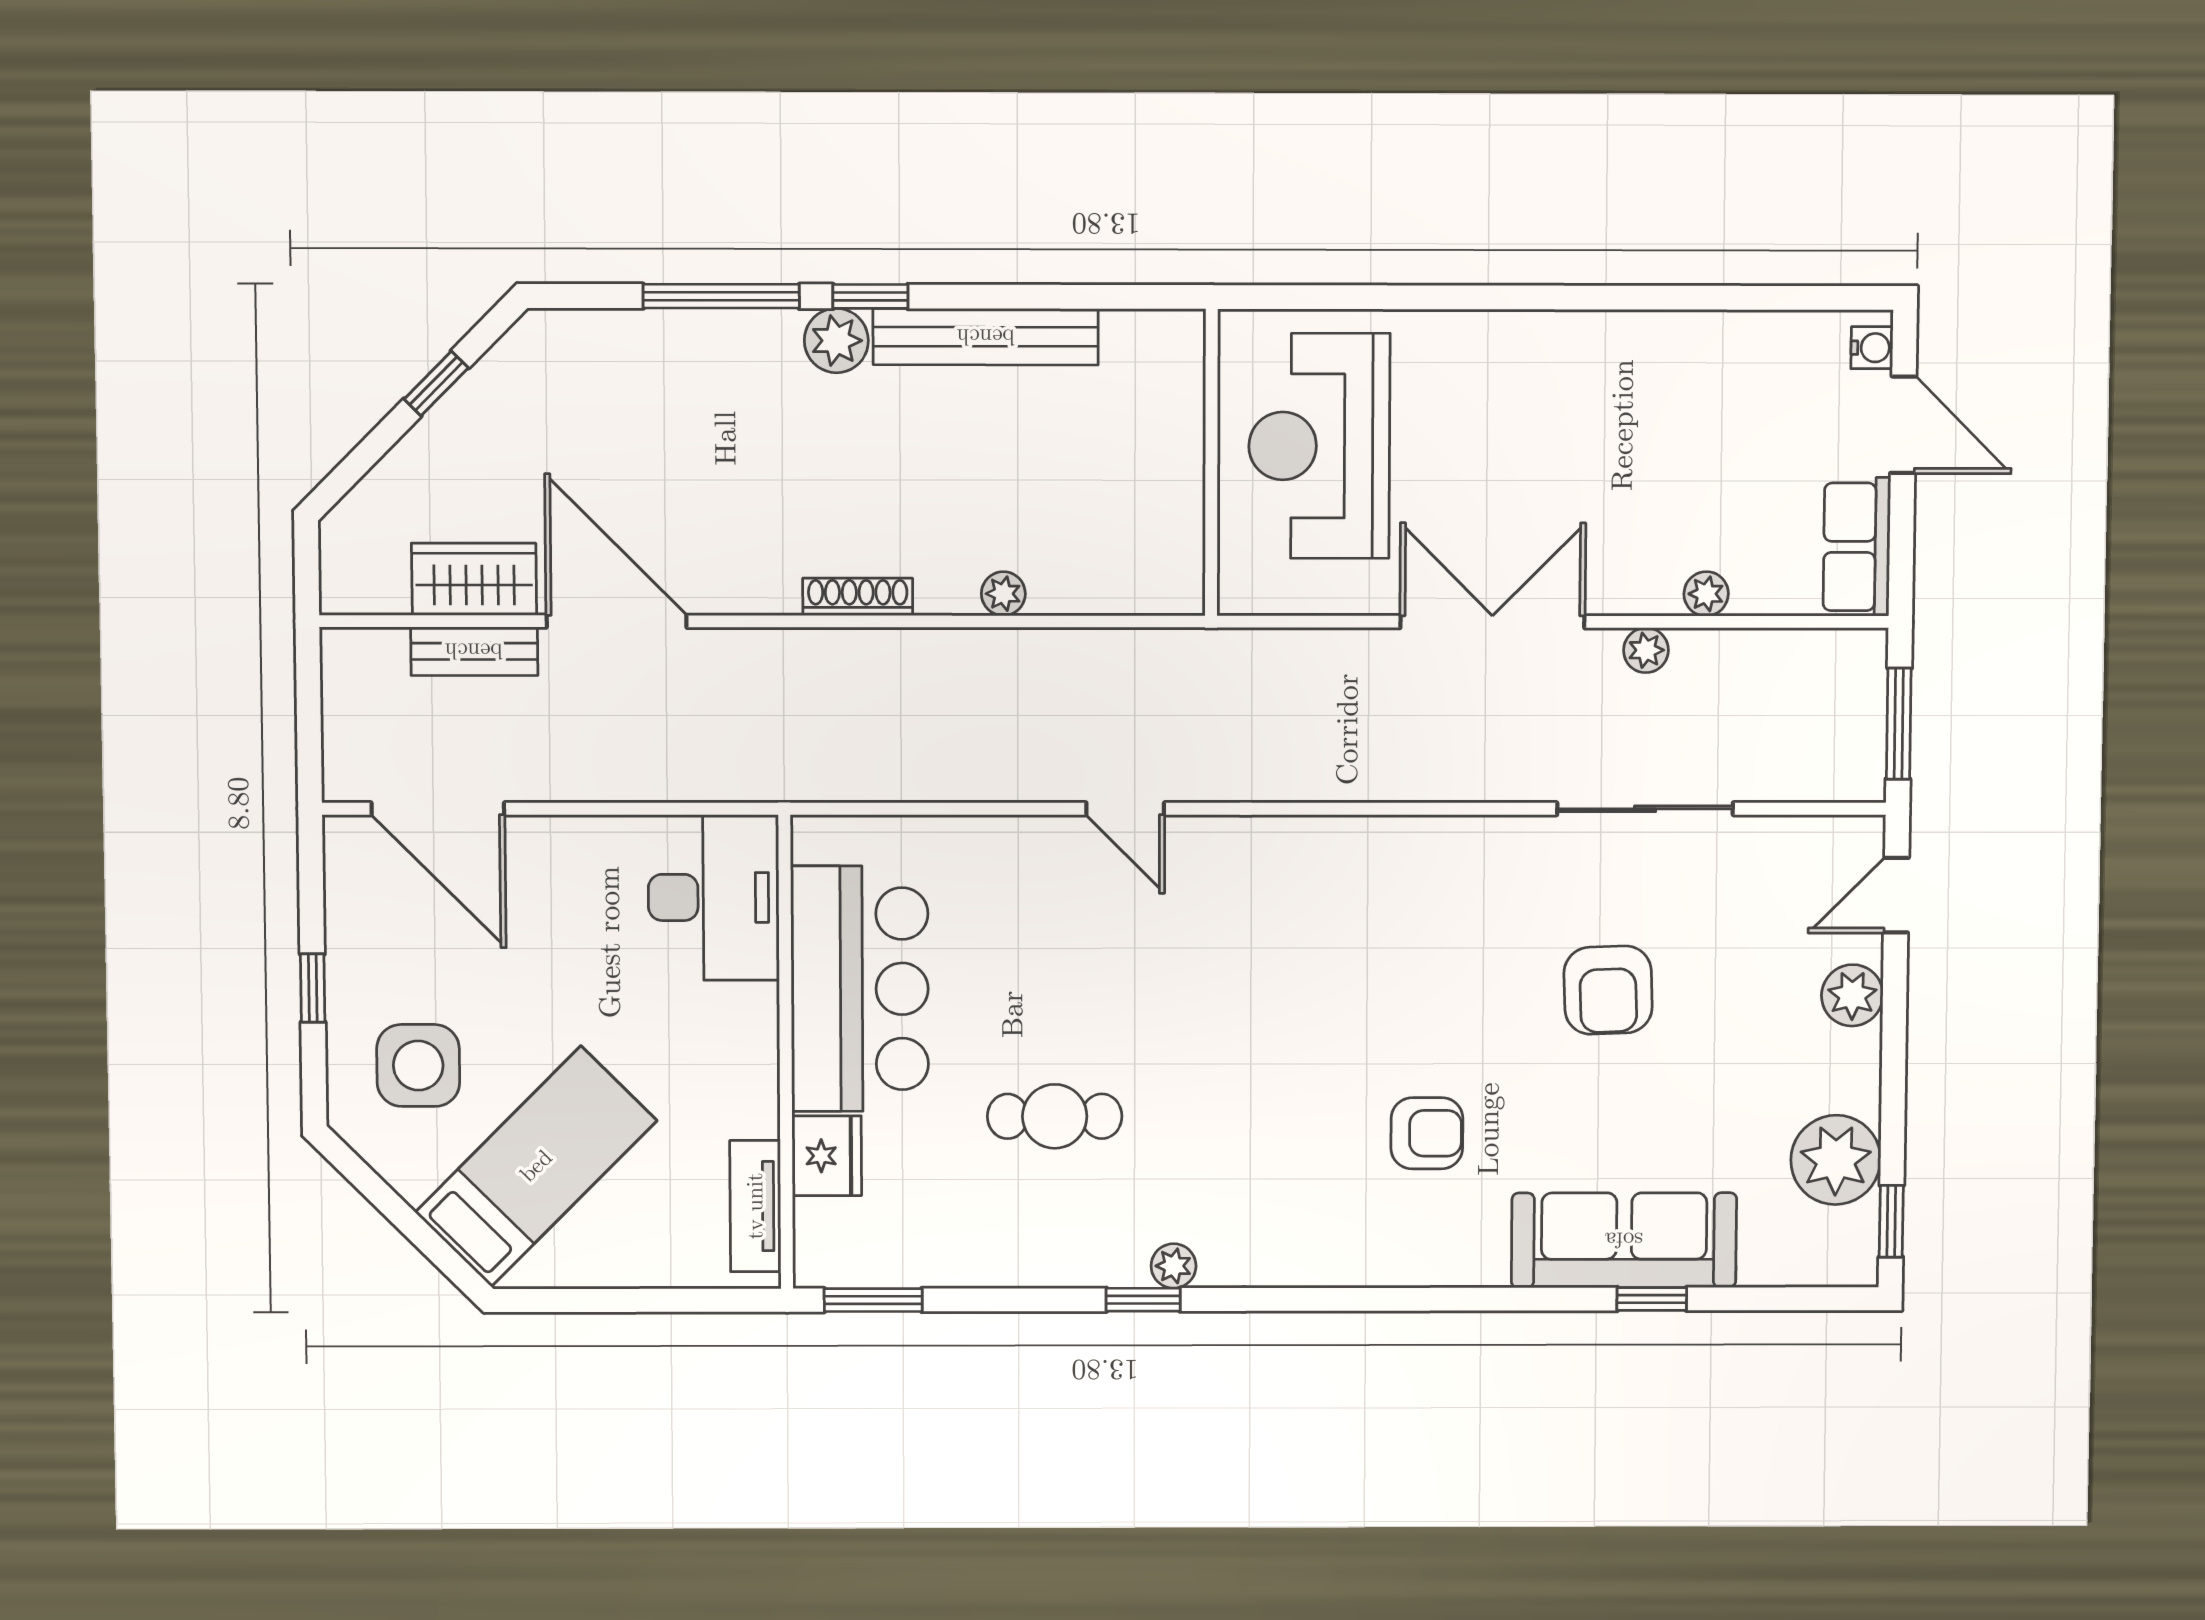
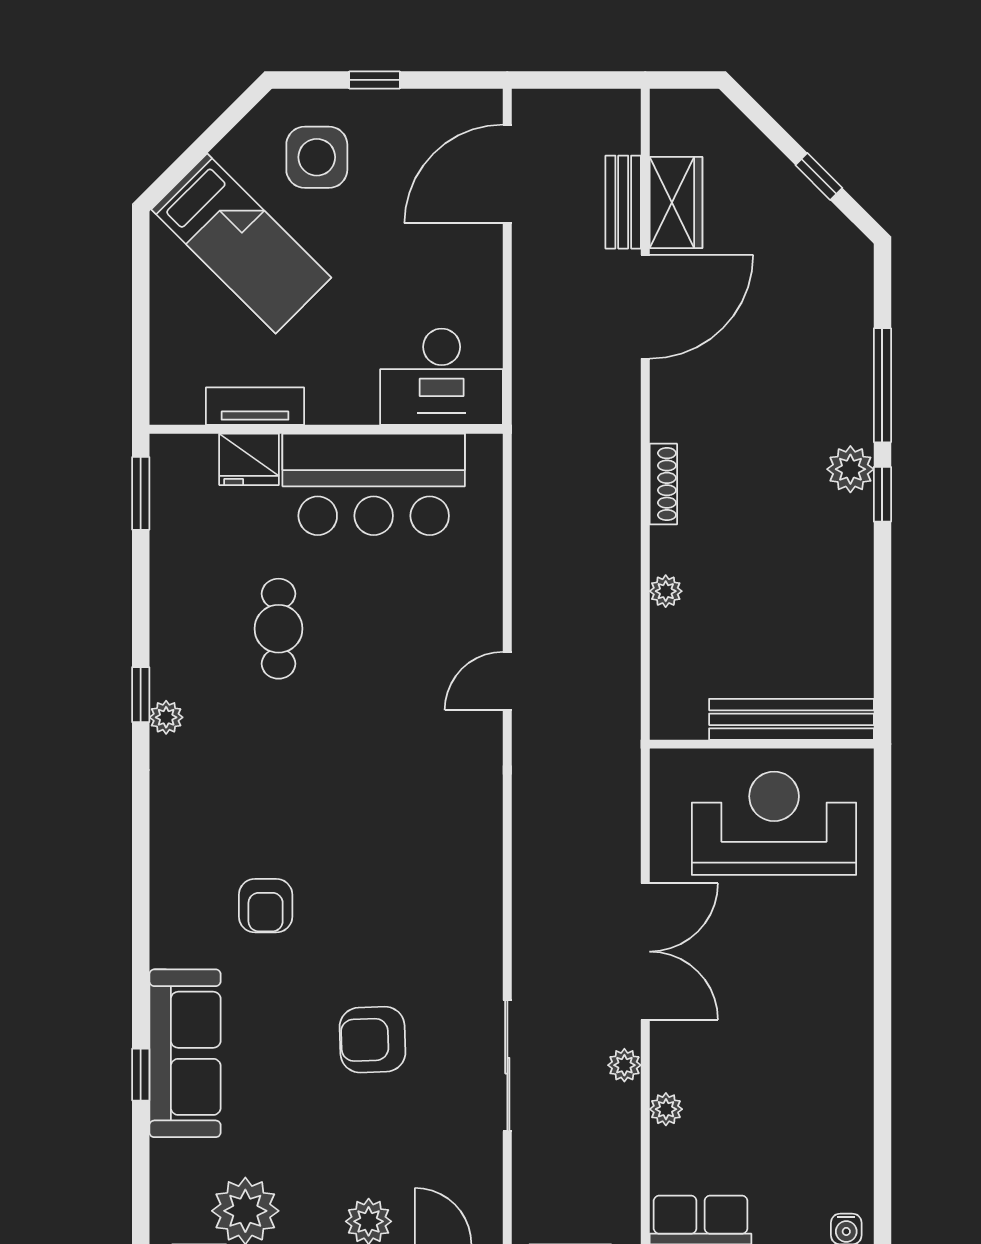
bench: (986, 337) -> (791, 719), moved, turned 90
tv unit: (755, 1206) -> (255, 406), moved

